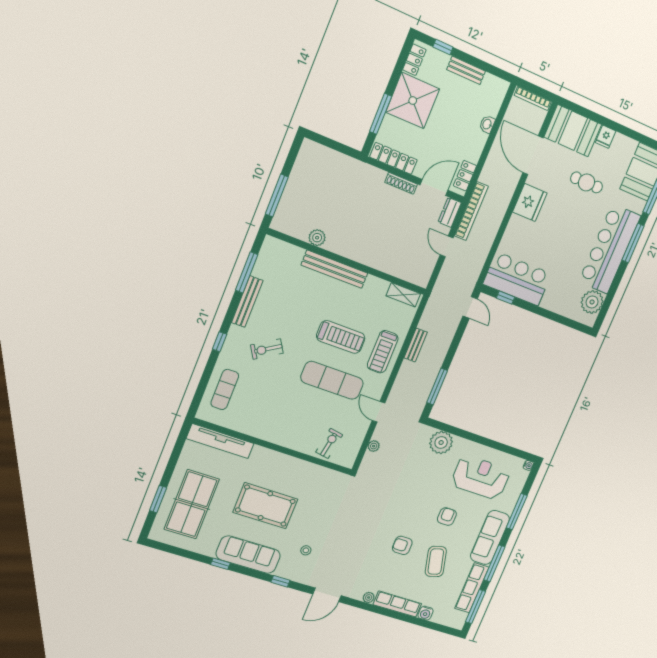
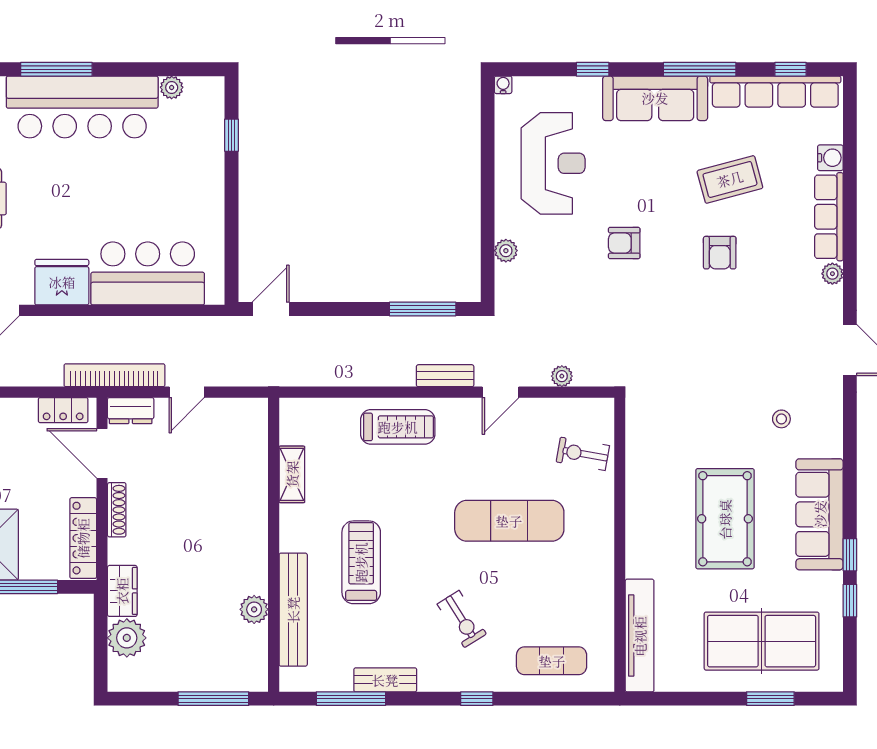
plant: (330, 160) -> (127, 638), added
wardrobe: (356, 168) -> (122, 591), added
bench: (335, 269) -> (293, 610), moved
bar counter: (517, 279) -> (148, 273), moved, turned 90
shelving: (403, 295) -> (292, 474), moved
window: (506, 298) -> (231, 135), moved
bench: (247, 302) -> (385, 680), width x0.73
plant: (592, 302) -> (172, 87), width x0.53, depth x0.53
treadmill: (341, 337) -> (361, 562), moved
bench: (416, 345) -> (445, 376), moved
exercise mat: (332, 380) -> (509, 521), moved, turned 90
plant: (441, 443) -> (506, 251), width x0.53, depth x0.53
reception desk: (481, 477) -> (553, 163), turned 180
window: (517, 512) -> (593, 69), width x0.46
armchair: (447, 517) -> (624, 243), moved
window: (280, 581) -> (850, 601), moved
row of seats: (472, 588) -> (775, 92), width x1.36
window: (476, 607) -> (791, 69), width x0.46

